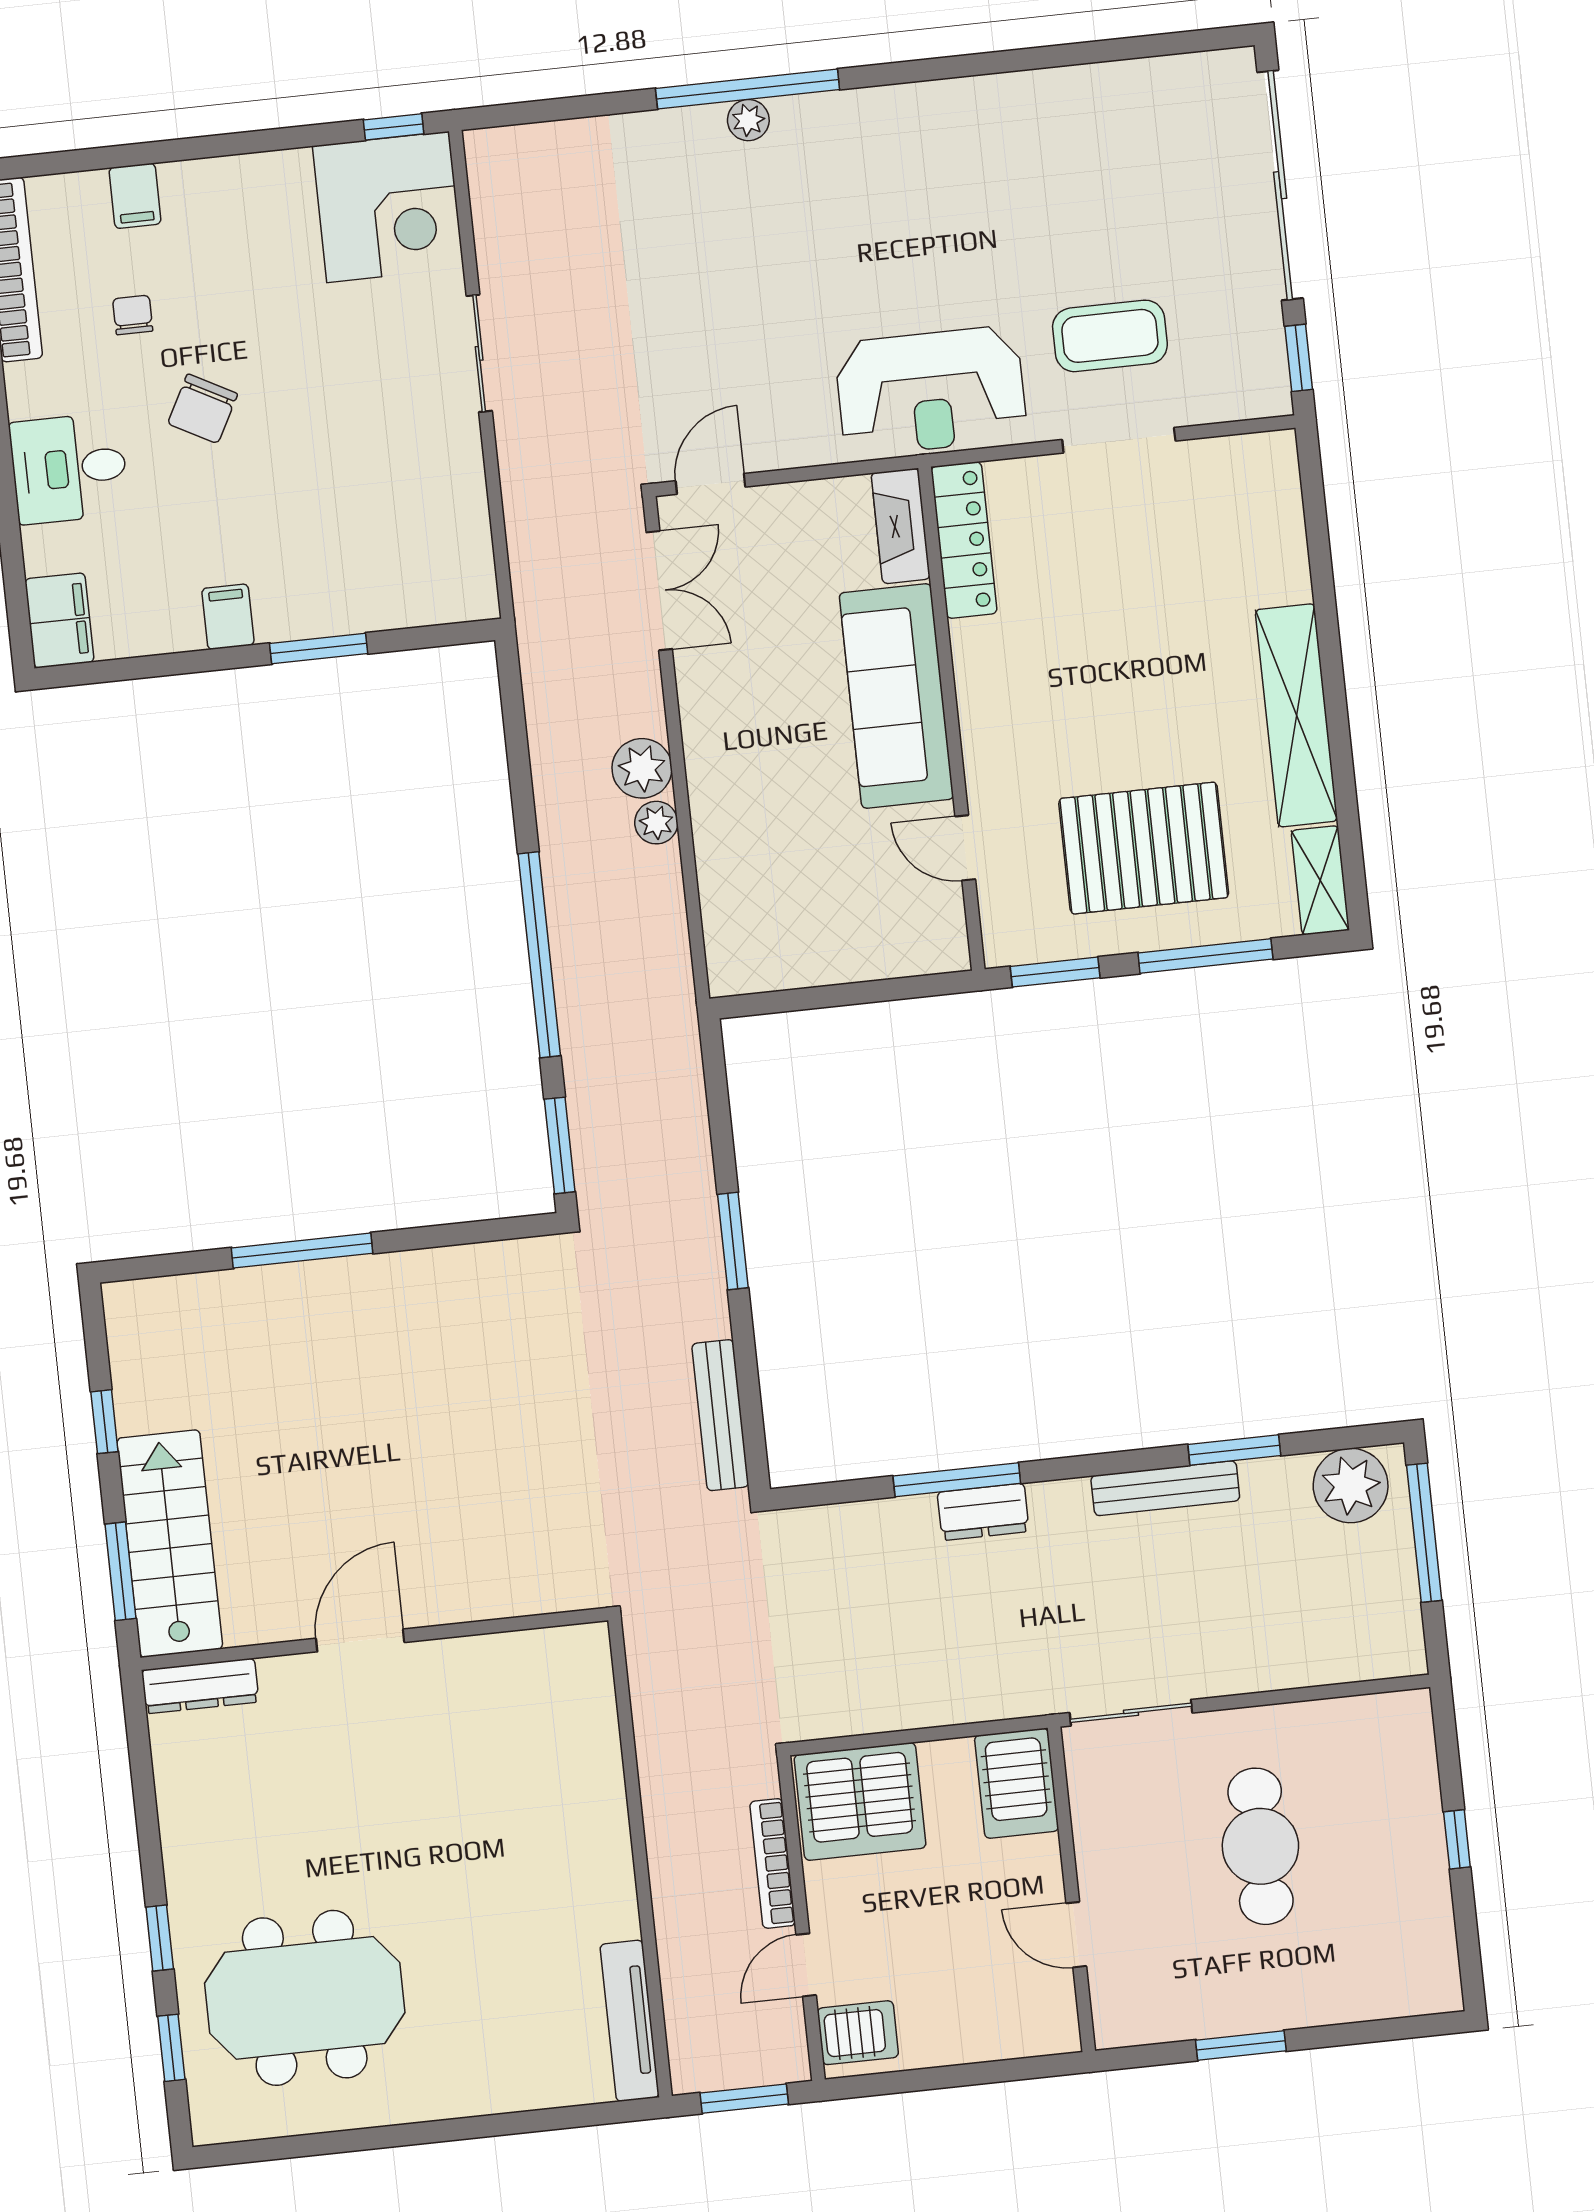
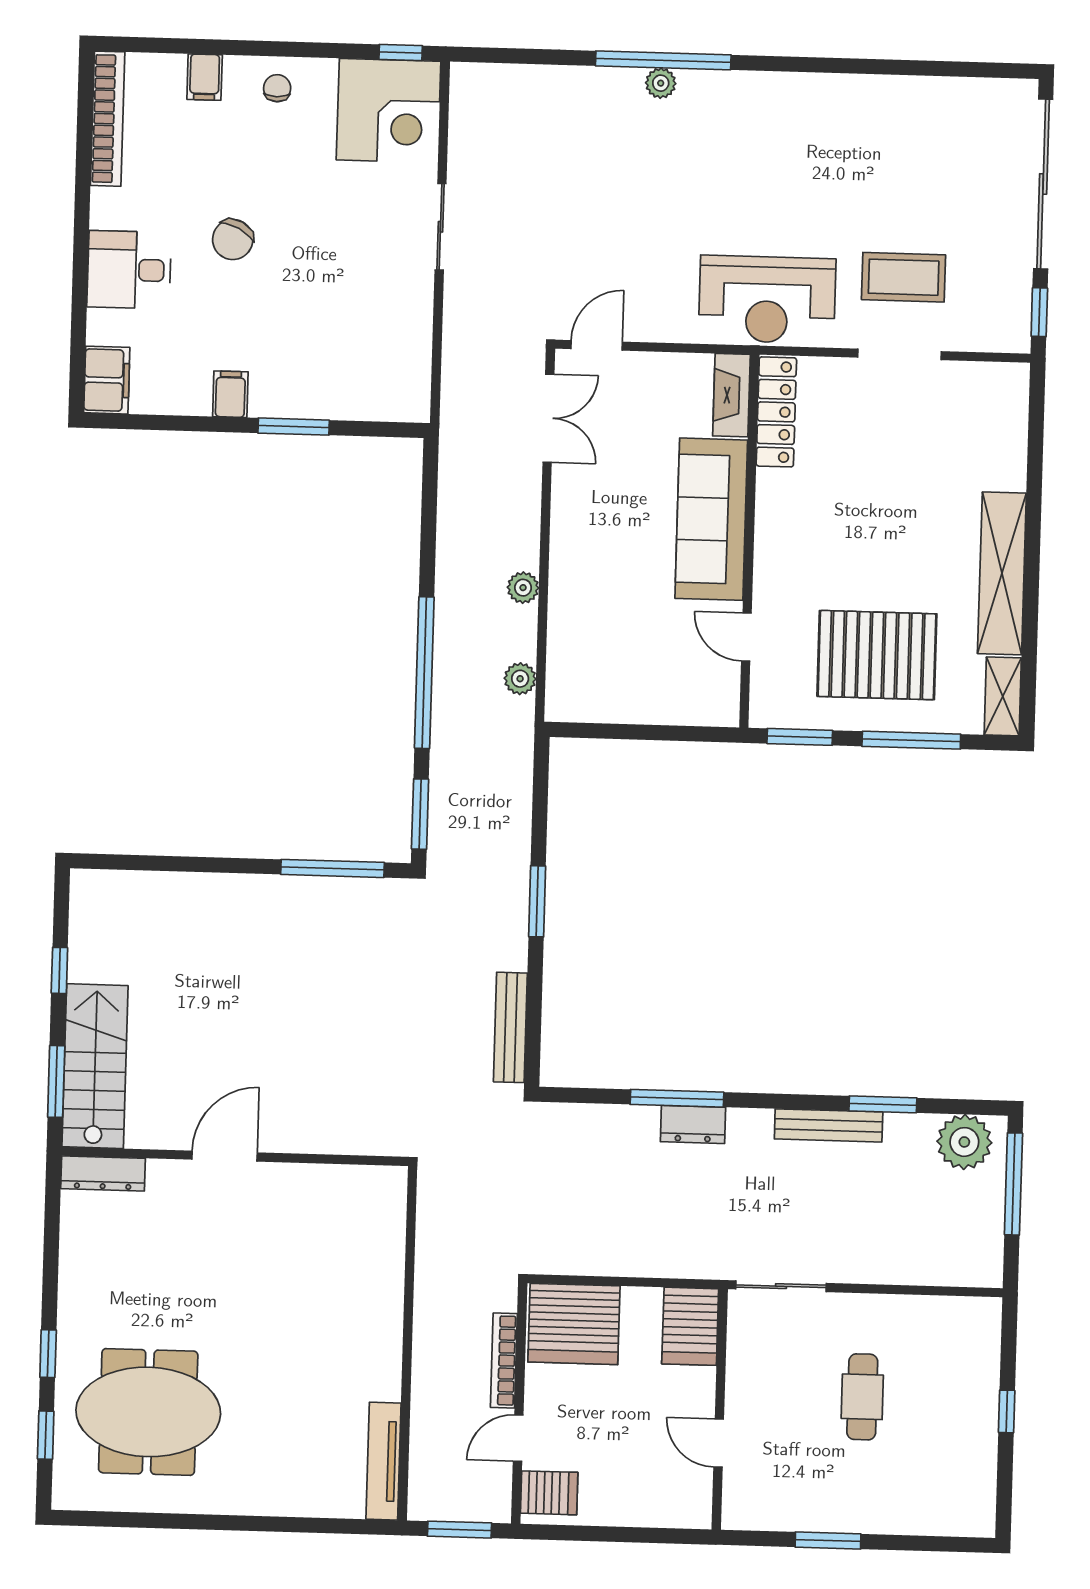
chair: (133, 315) -> (277, 88), moved
plant: (642, 768) -> (520, 679), moved, width x0.73, depth x0.73
window: (302, 1251) -> (333, 868), moved
cafe table: (1260, 1846) -> (862, 1397), width x0.73, depth x0.74

